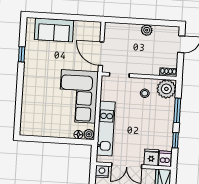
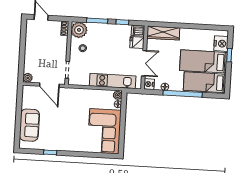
plant: (147, 30) -> (28, 78), moved
door: (101, 54) -> (49, 85), hinge flipped
corner sofa: (78, 96) -> (104, 131), moved, turned 90

